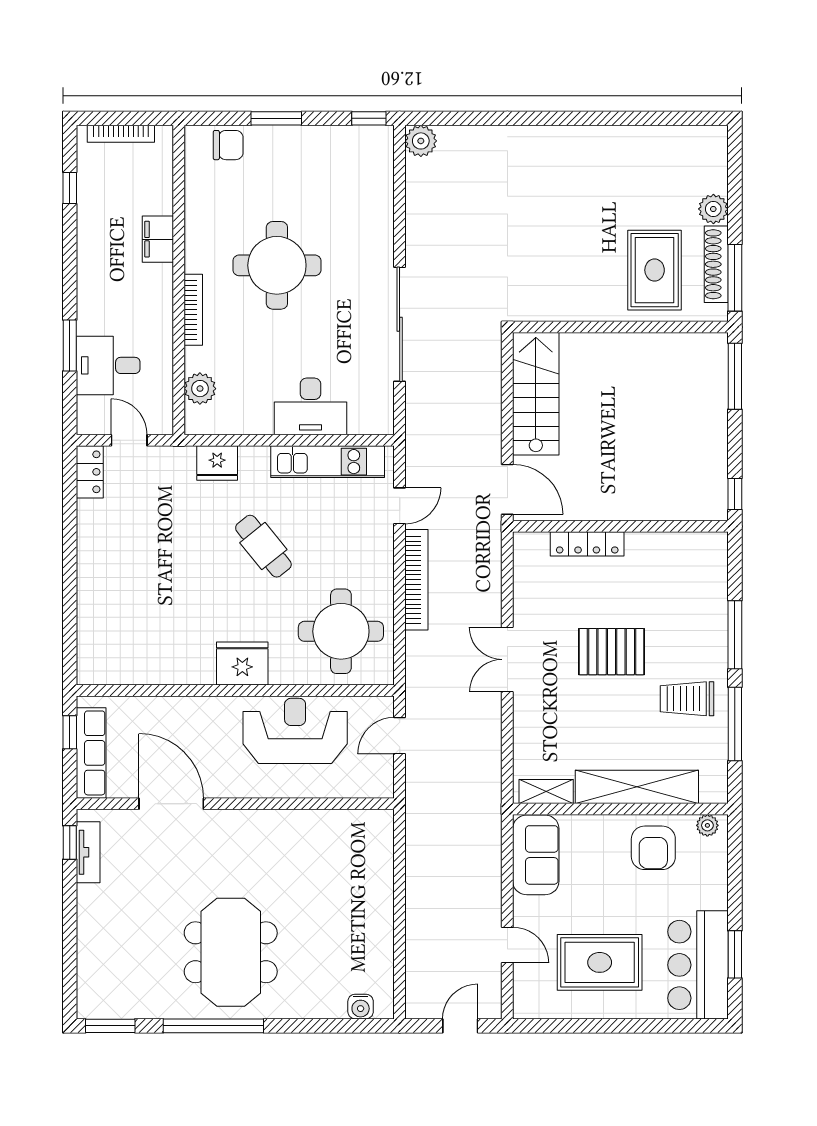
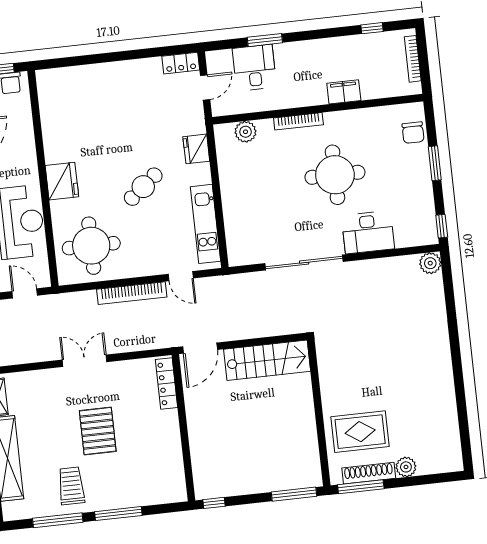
desk: (310, 406) -> (368, 232), moved, turned -90
locker: (587, 544) -> (166, 384), moved

